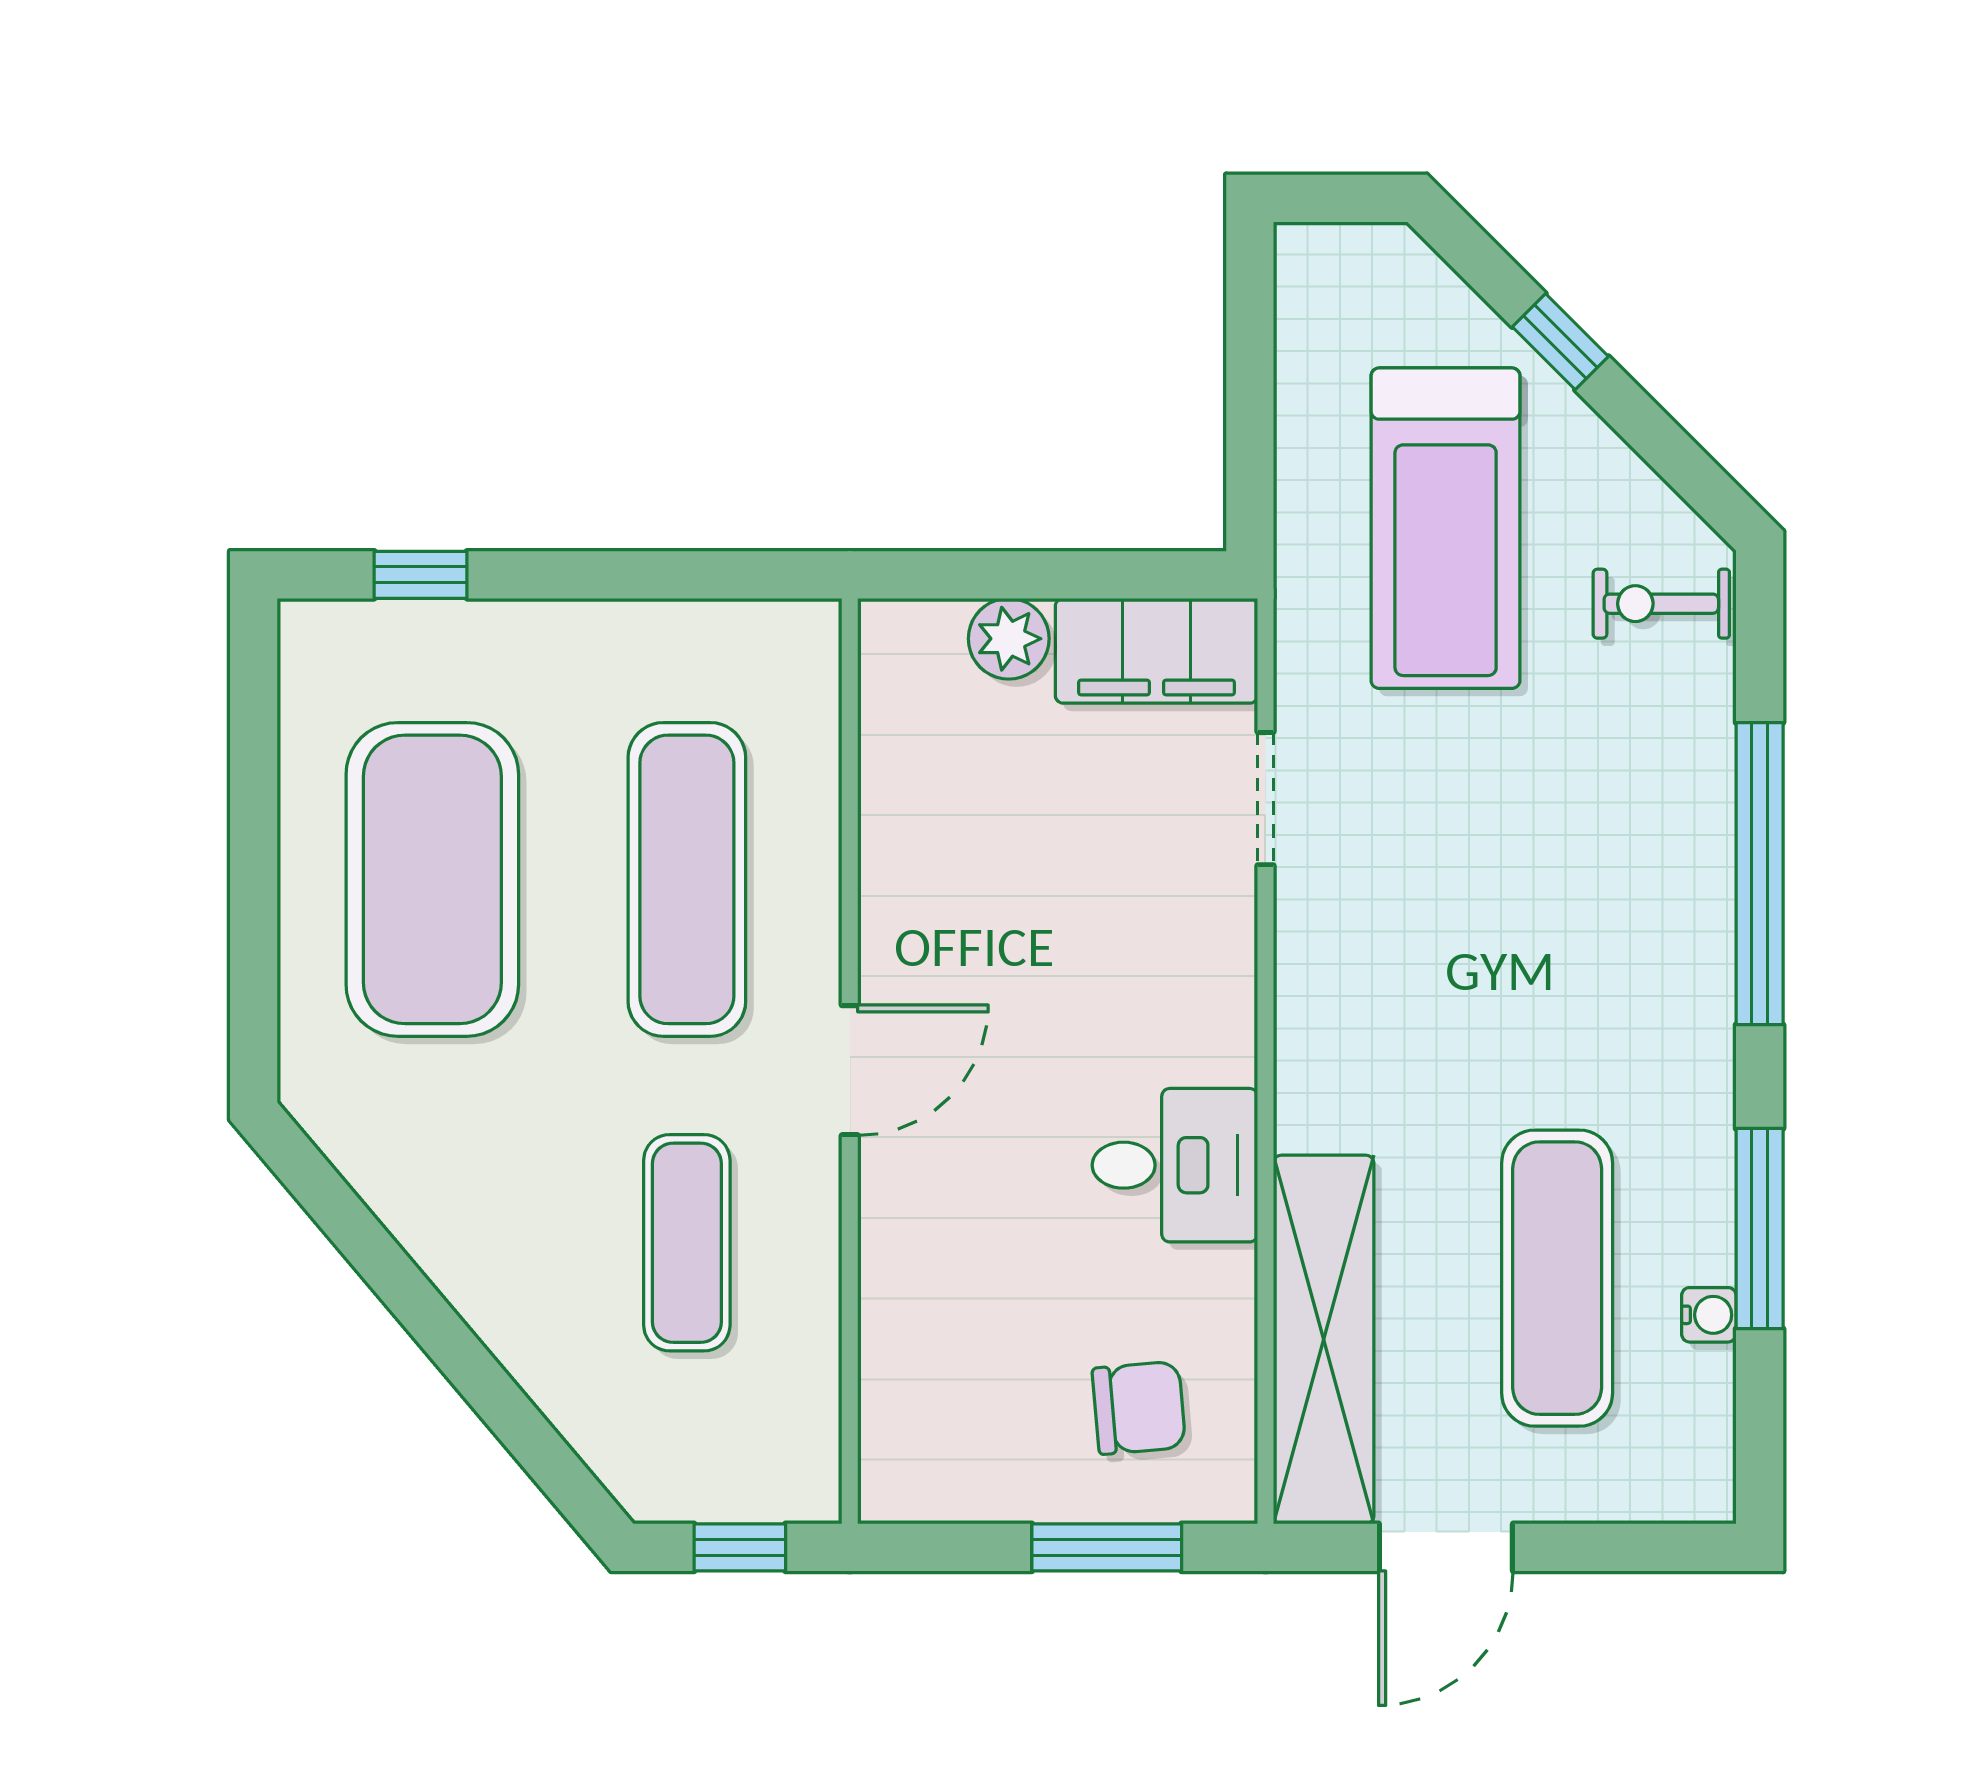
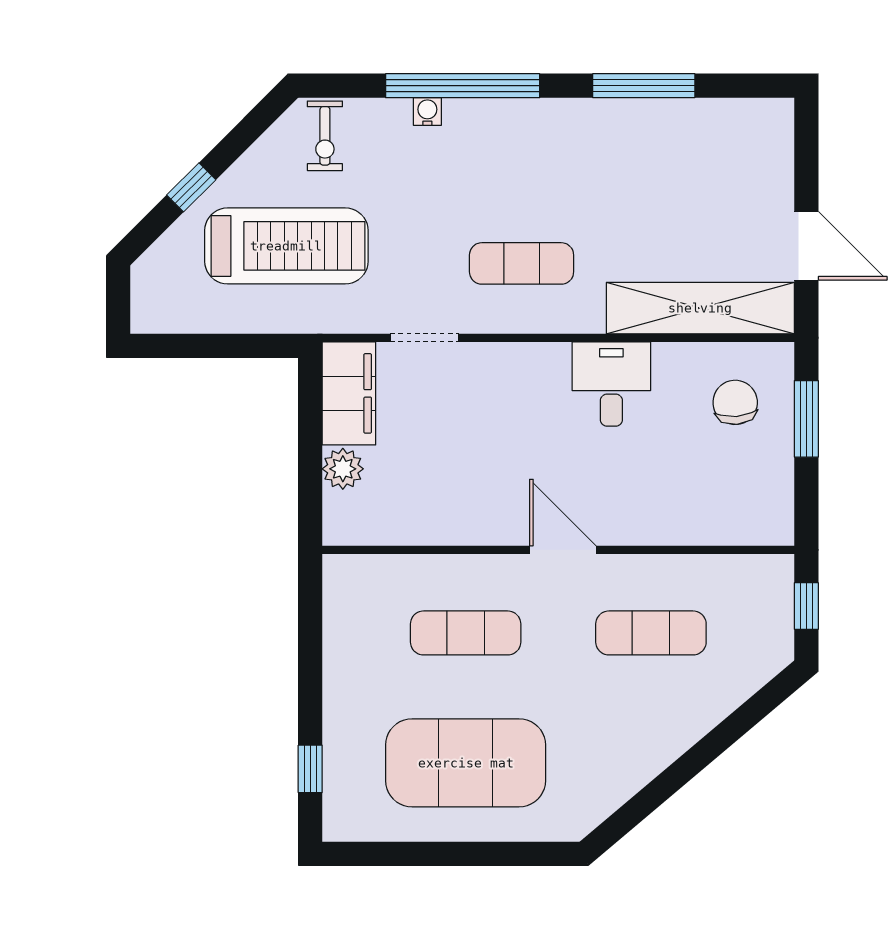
exercise mat: (687, 879) -> (466, 633), width x0.73, depth x0.69
exercise mat: (1557, 1278) -> (522, 263), moved, width x0.73, depth x0.69
water cooler: (1709, 1315) -> (427, 112), moved

